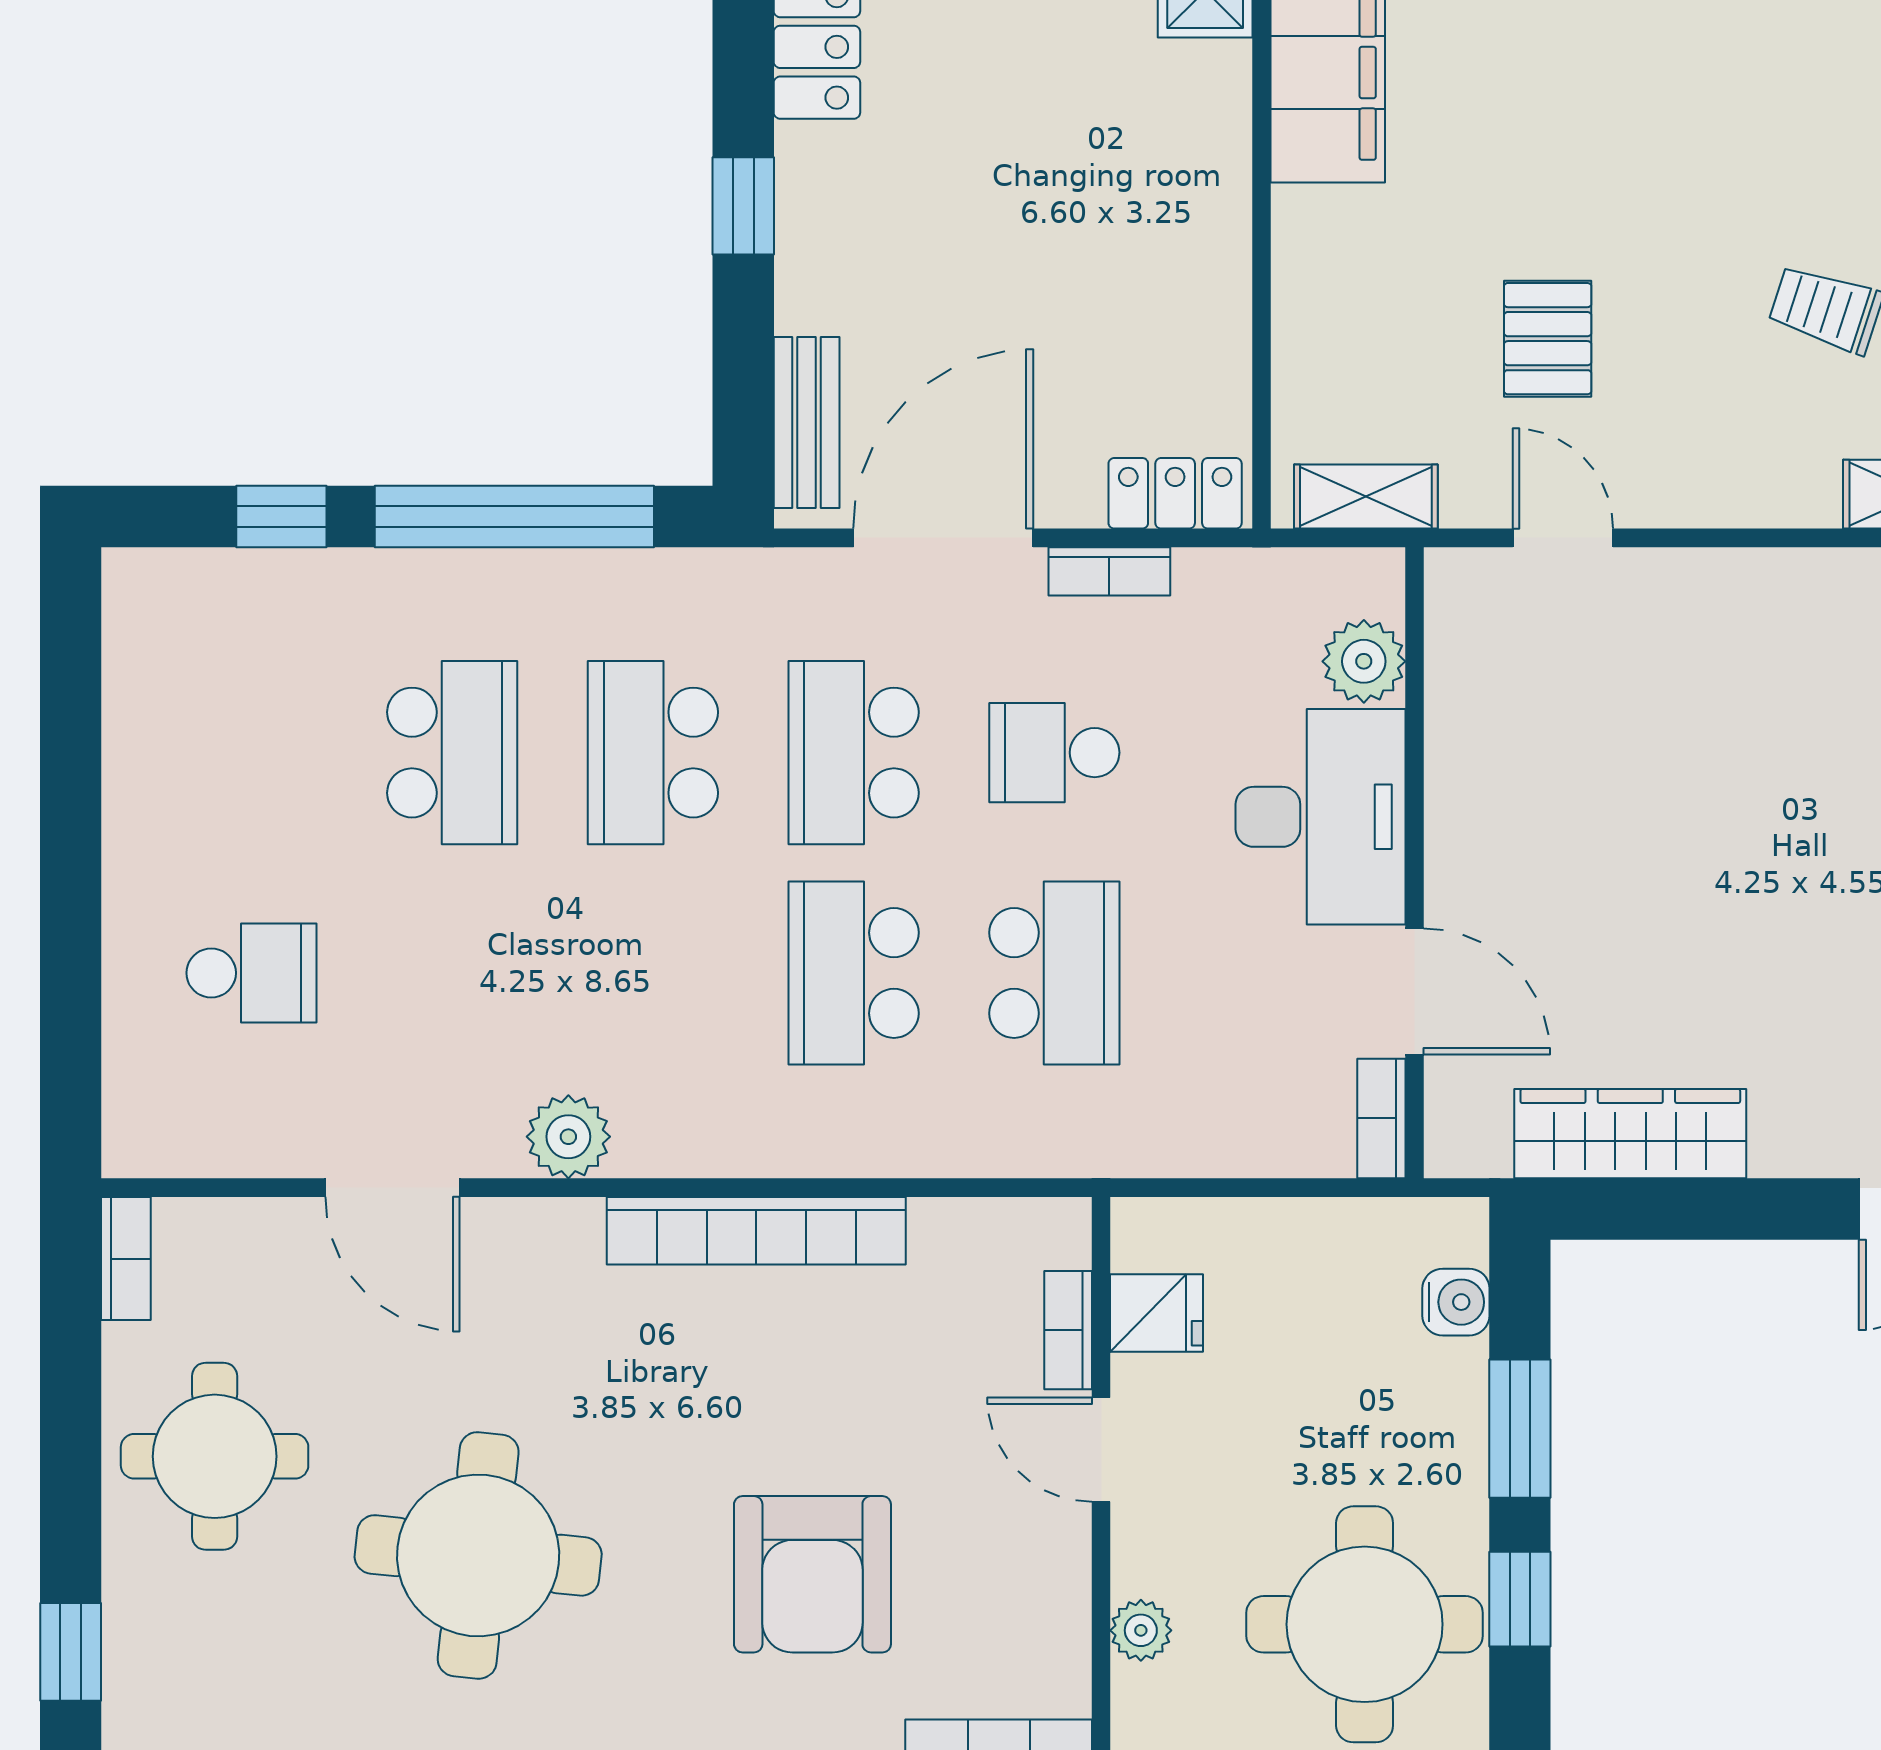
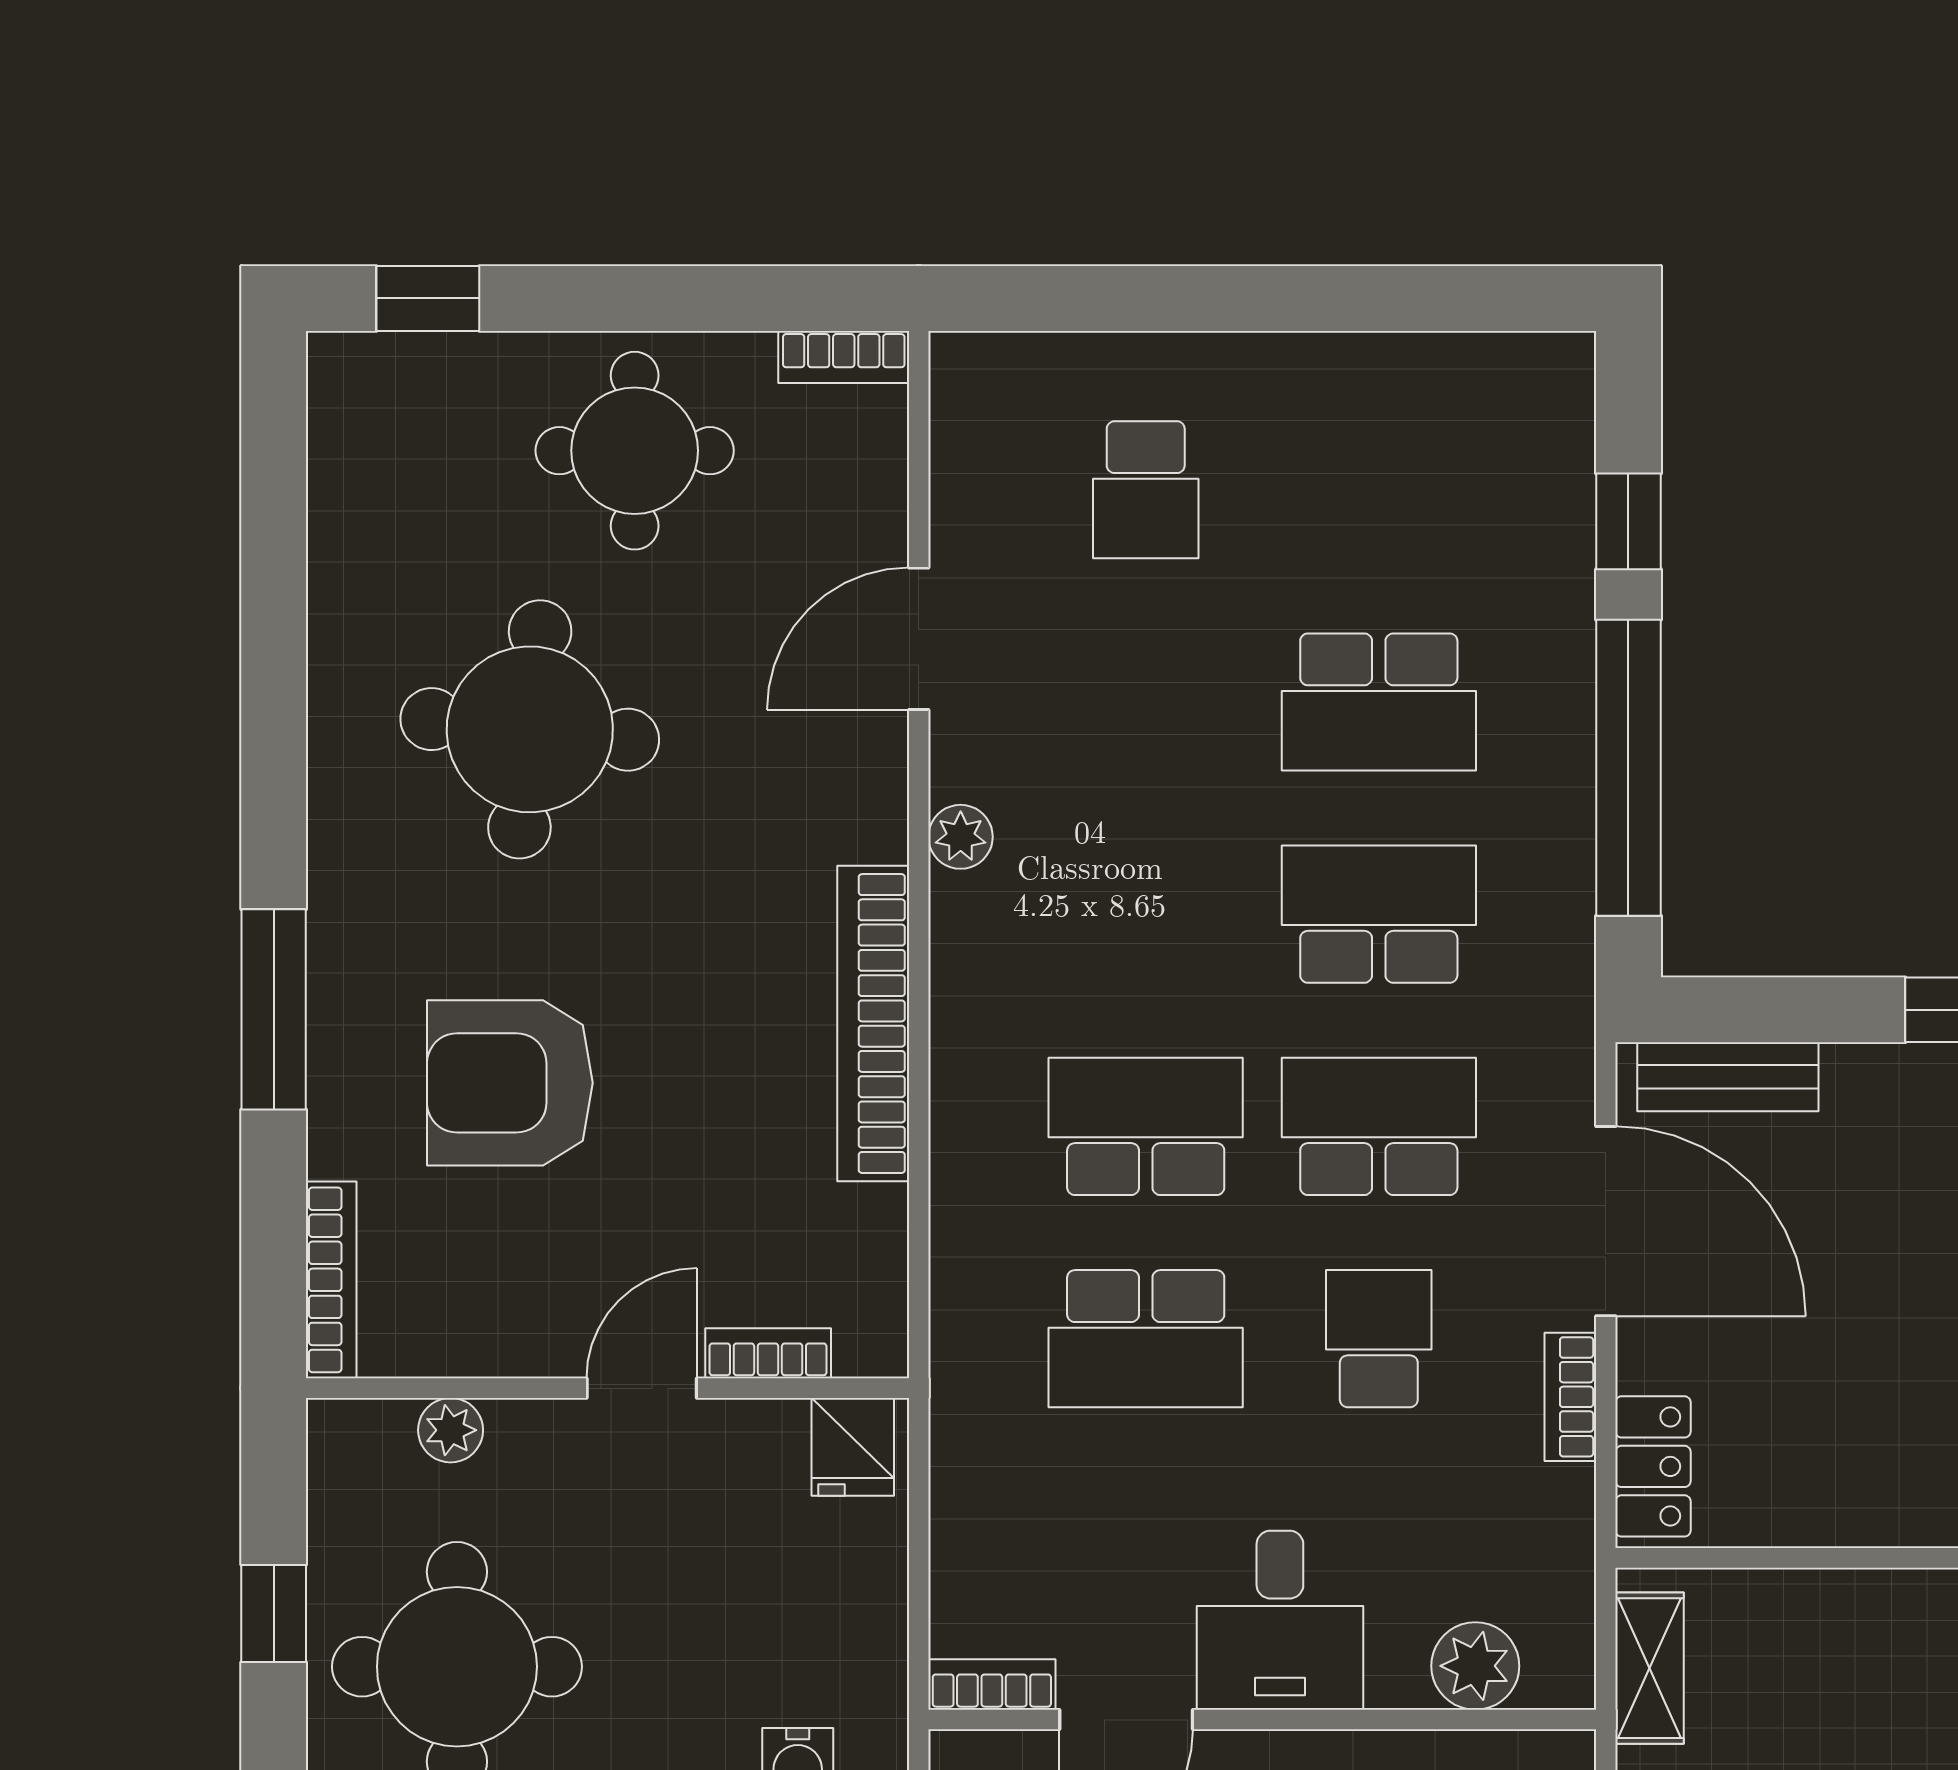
desk: (1321, 817) -> (1280, 1620), width x0.73
plant: (568, 1137) -> (961, 837), width x0.73, depth x0.73
fridge: (1157, 1313) -> (853, 1447), moved

